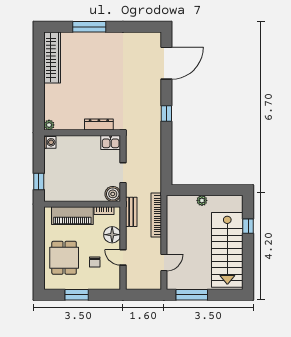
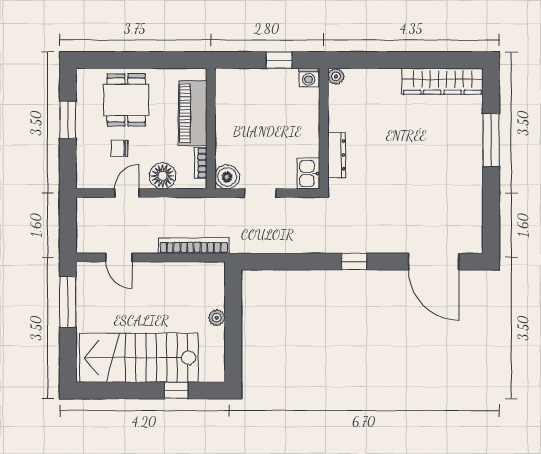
window: (39, 182) -> (279, 60), moved
bench: (131, 212) -> (199, 206), removed
dining table: (64, 258) -> (126, 100), turned 90

